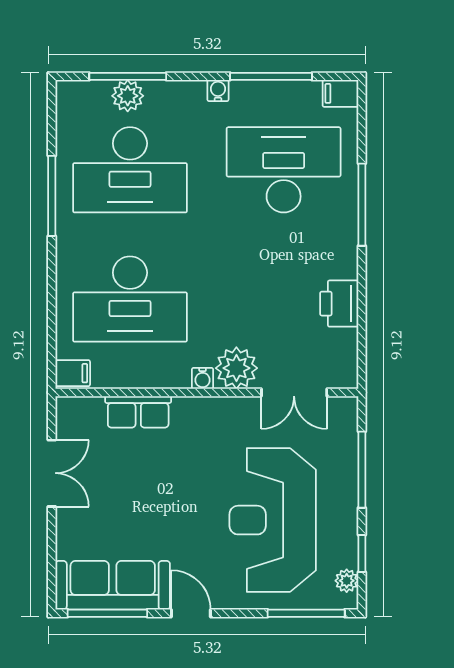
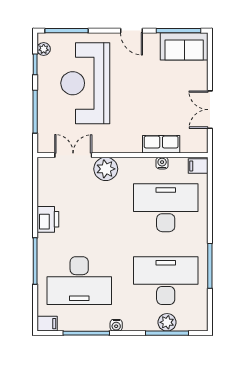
printer: (339, 304) -> (48, 219), moved
water cooler: (203, 378) -> (162, 163), moved
reception desk: (273, 520) -> (85, 83), turned 180
sofa: (113, 585) -> (184, 46), width x0.73

